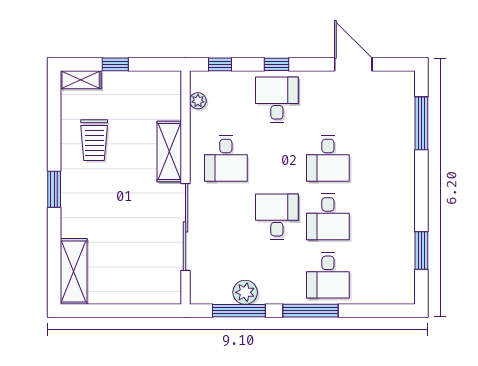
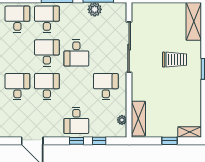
window: (220, 64) -> (99, 141), moved
trolley: (94, 140) -> (175, 60), moved, turned 90
shelving: (169, 152) -> (138, 119), moved
desk: (379, 158) -> (17, 87), added
desk: (379, 275) -> (17, 19), added

